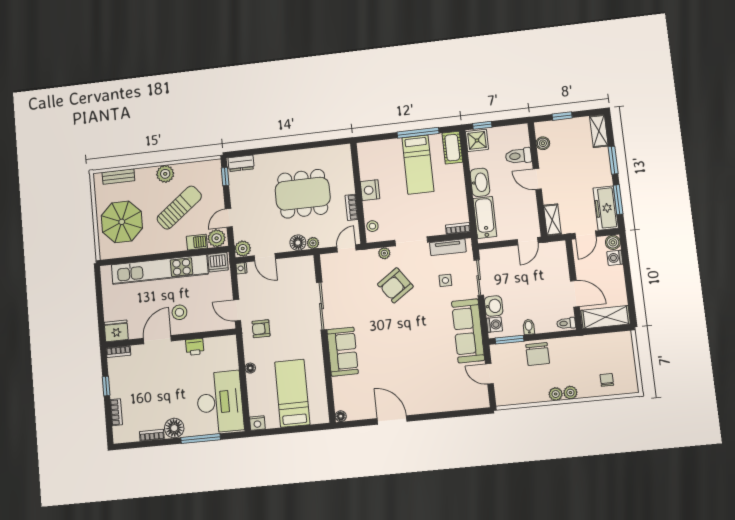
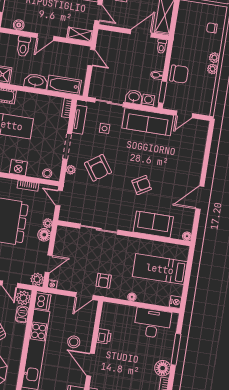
armchair: (389, 344) -> (142, 185), added
sofa: (343, 352) -> (153, 224), moved
desk: (220, 402) -> (152, 323), width x0.73, depth x0.77

